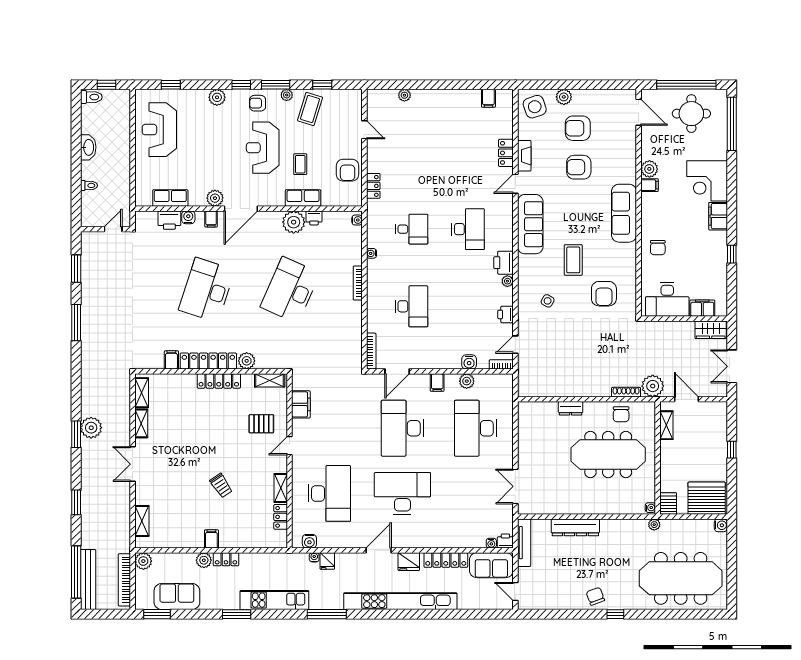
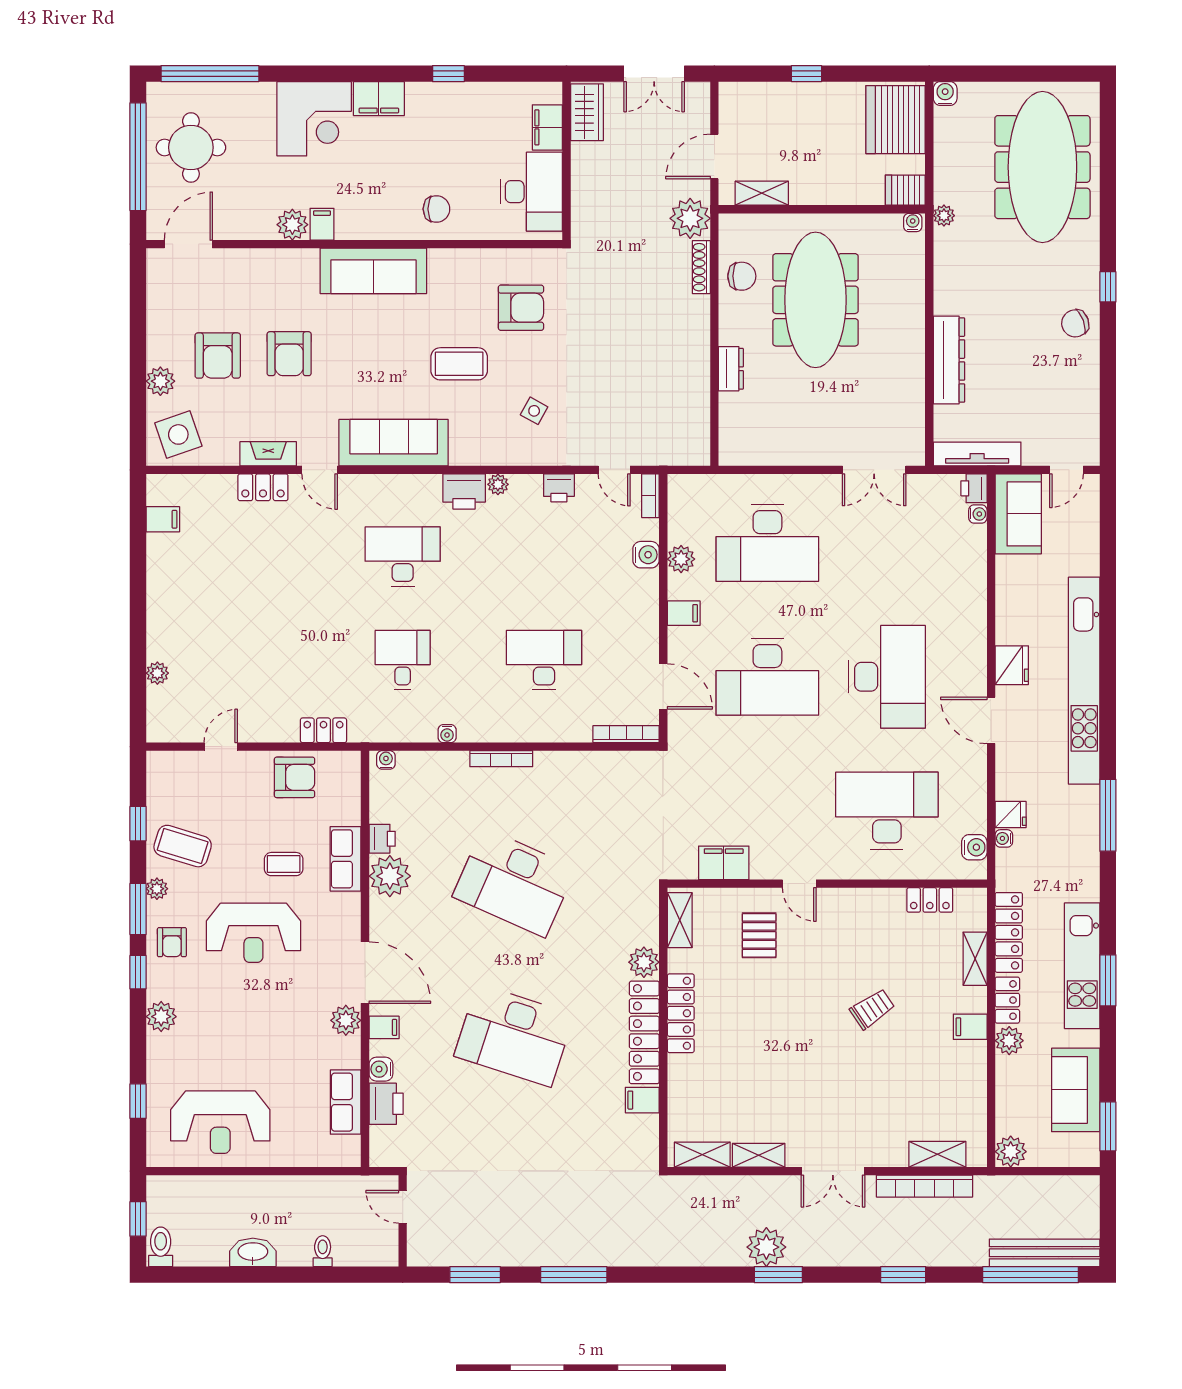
shelving: (281, 488) -> (975, 959), moved, turned 90
desk: (402, 493) -> (887, 677), turned 180
locker: (446, 560) -> (1009, 932), moved
bookcase: (124, 580) -> (924, 1186), moved
kitchen unit: (274, 600) -> (1082, 966), moved

